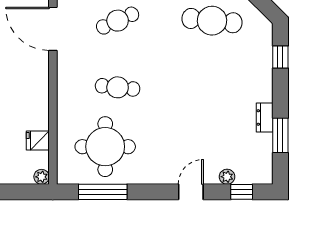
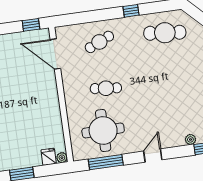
fridge: (38, 141) -> (49, 157), moved, turned 90
door: (191, 192) -> (153, 155), moved

